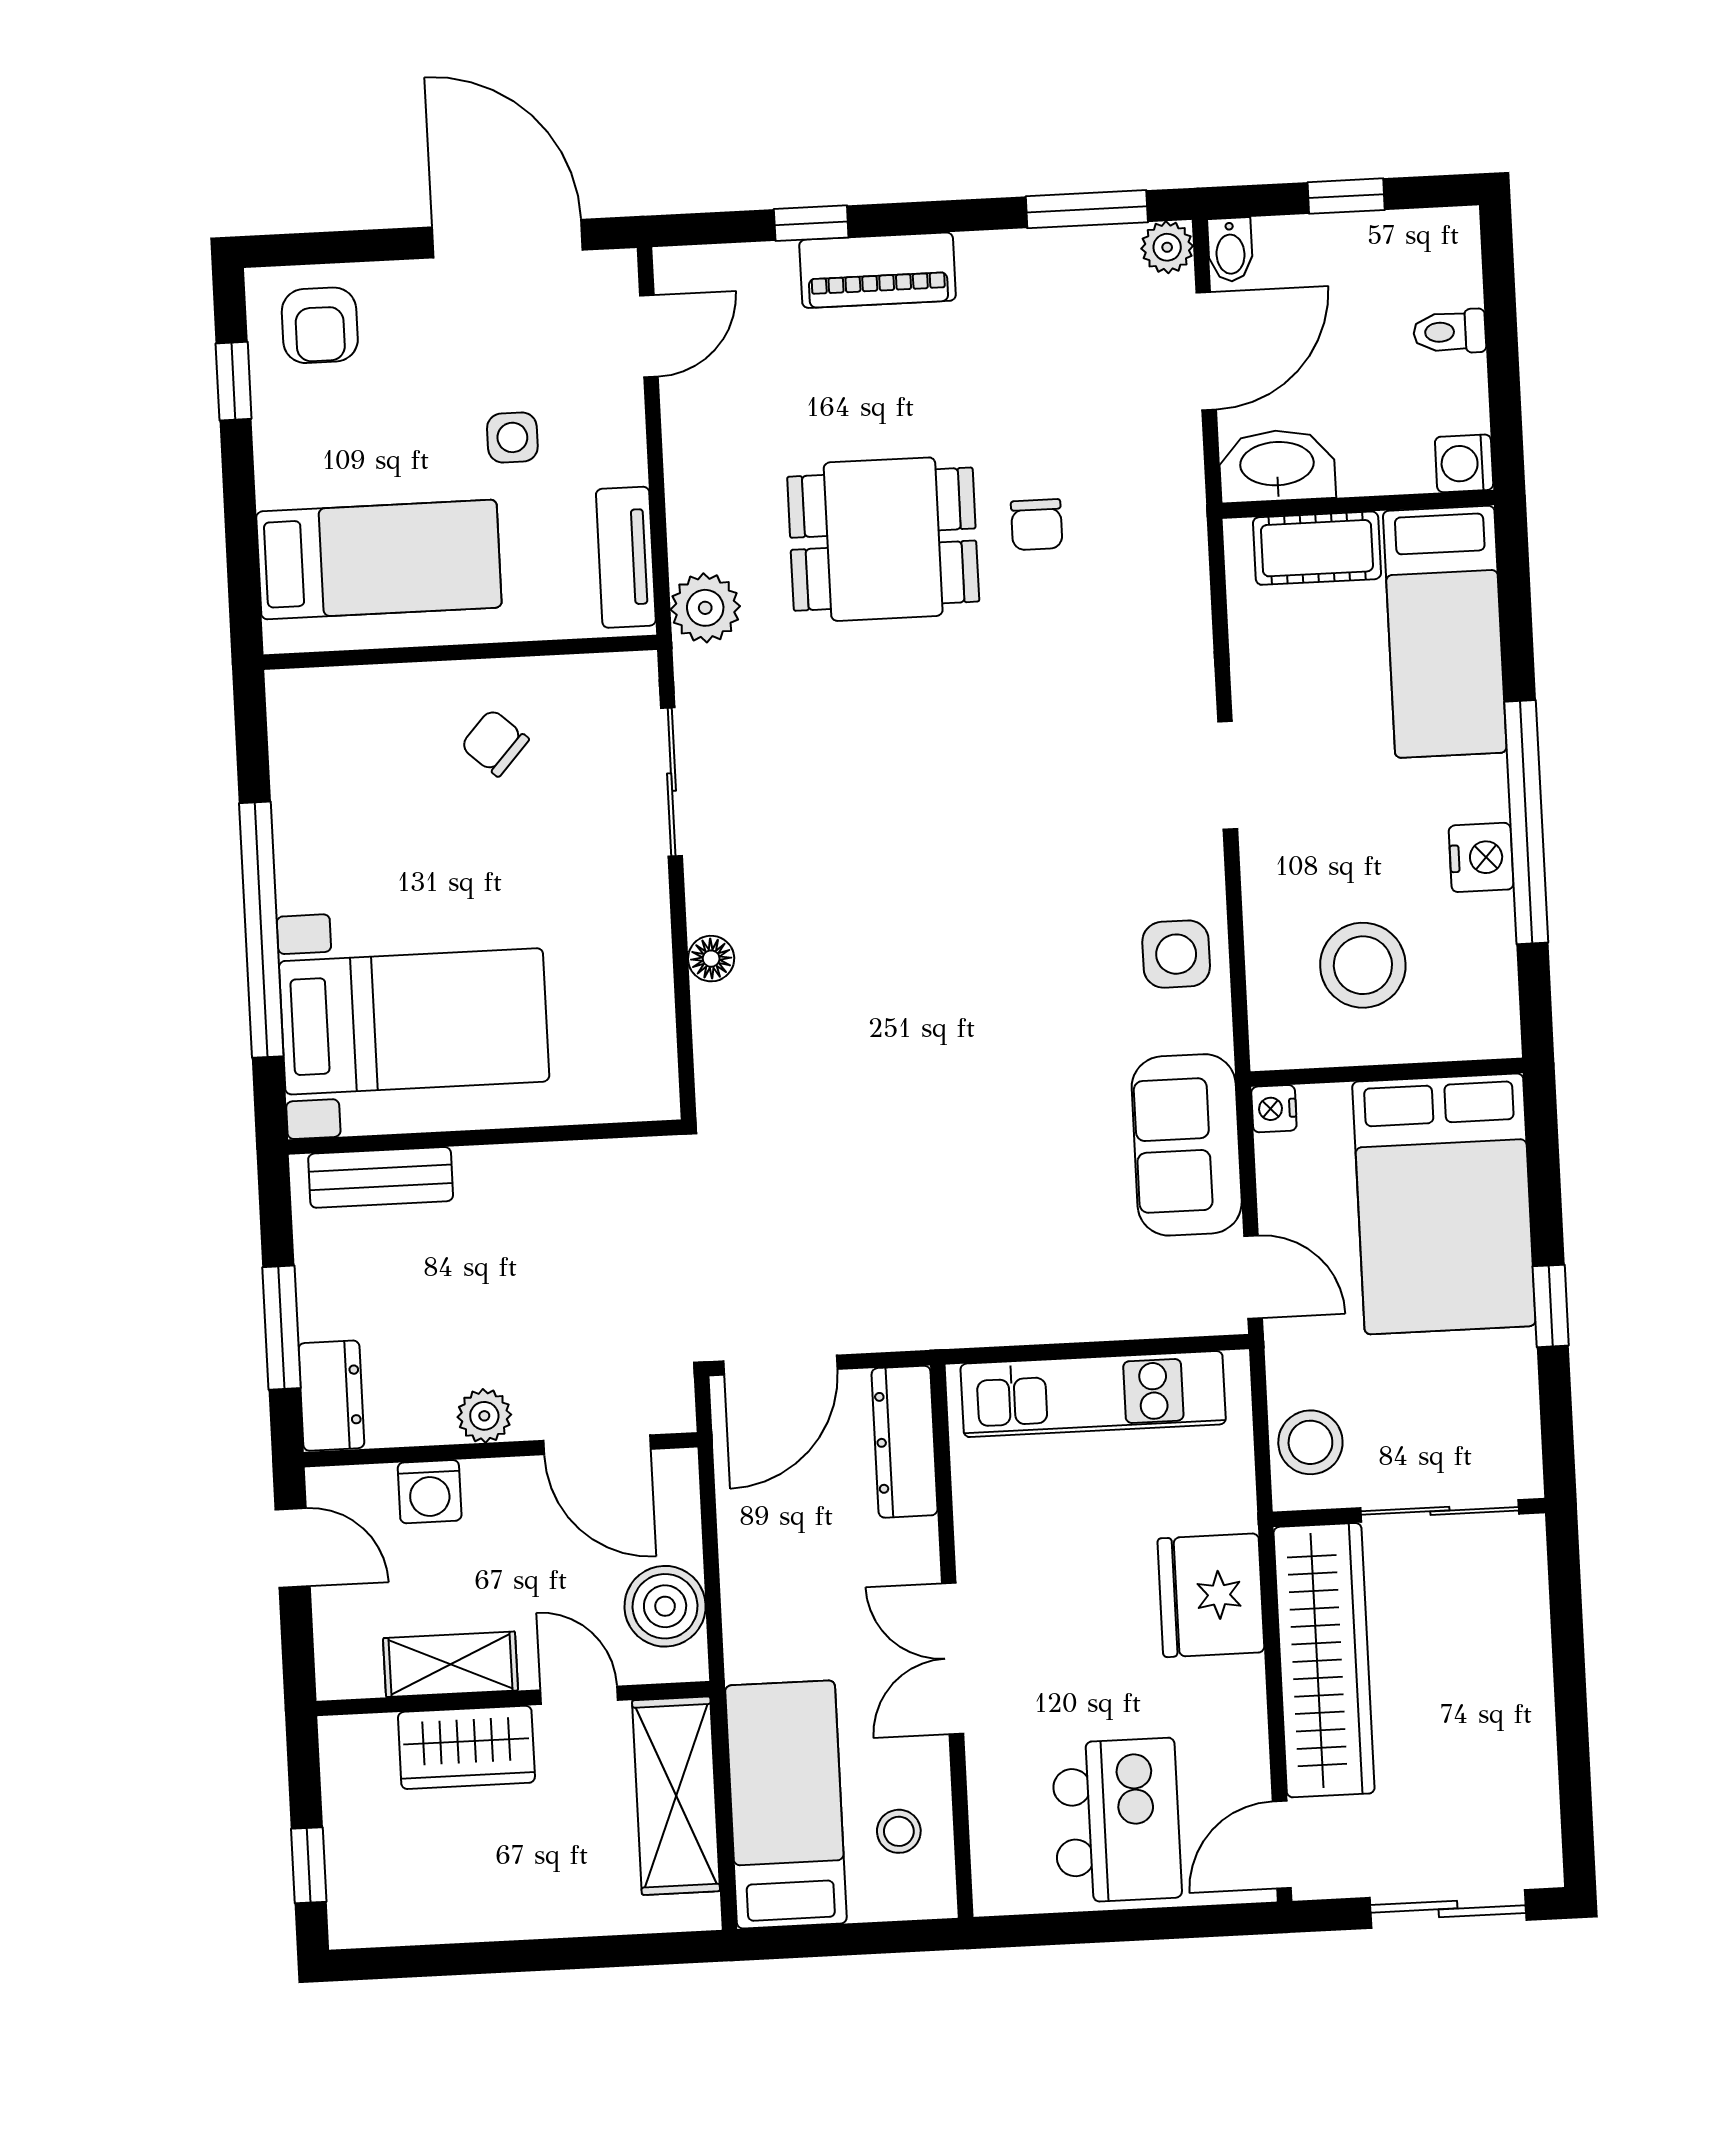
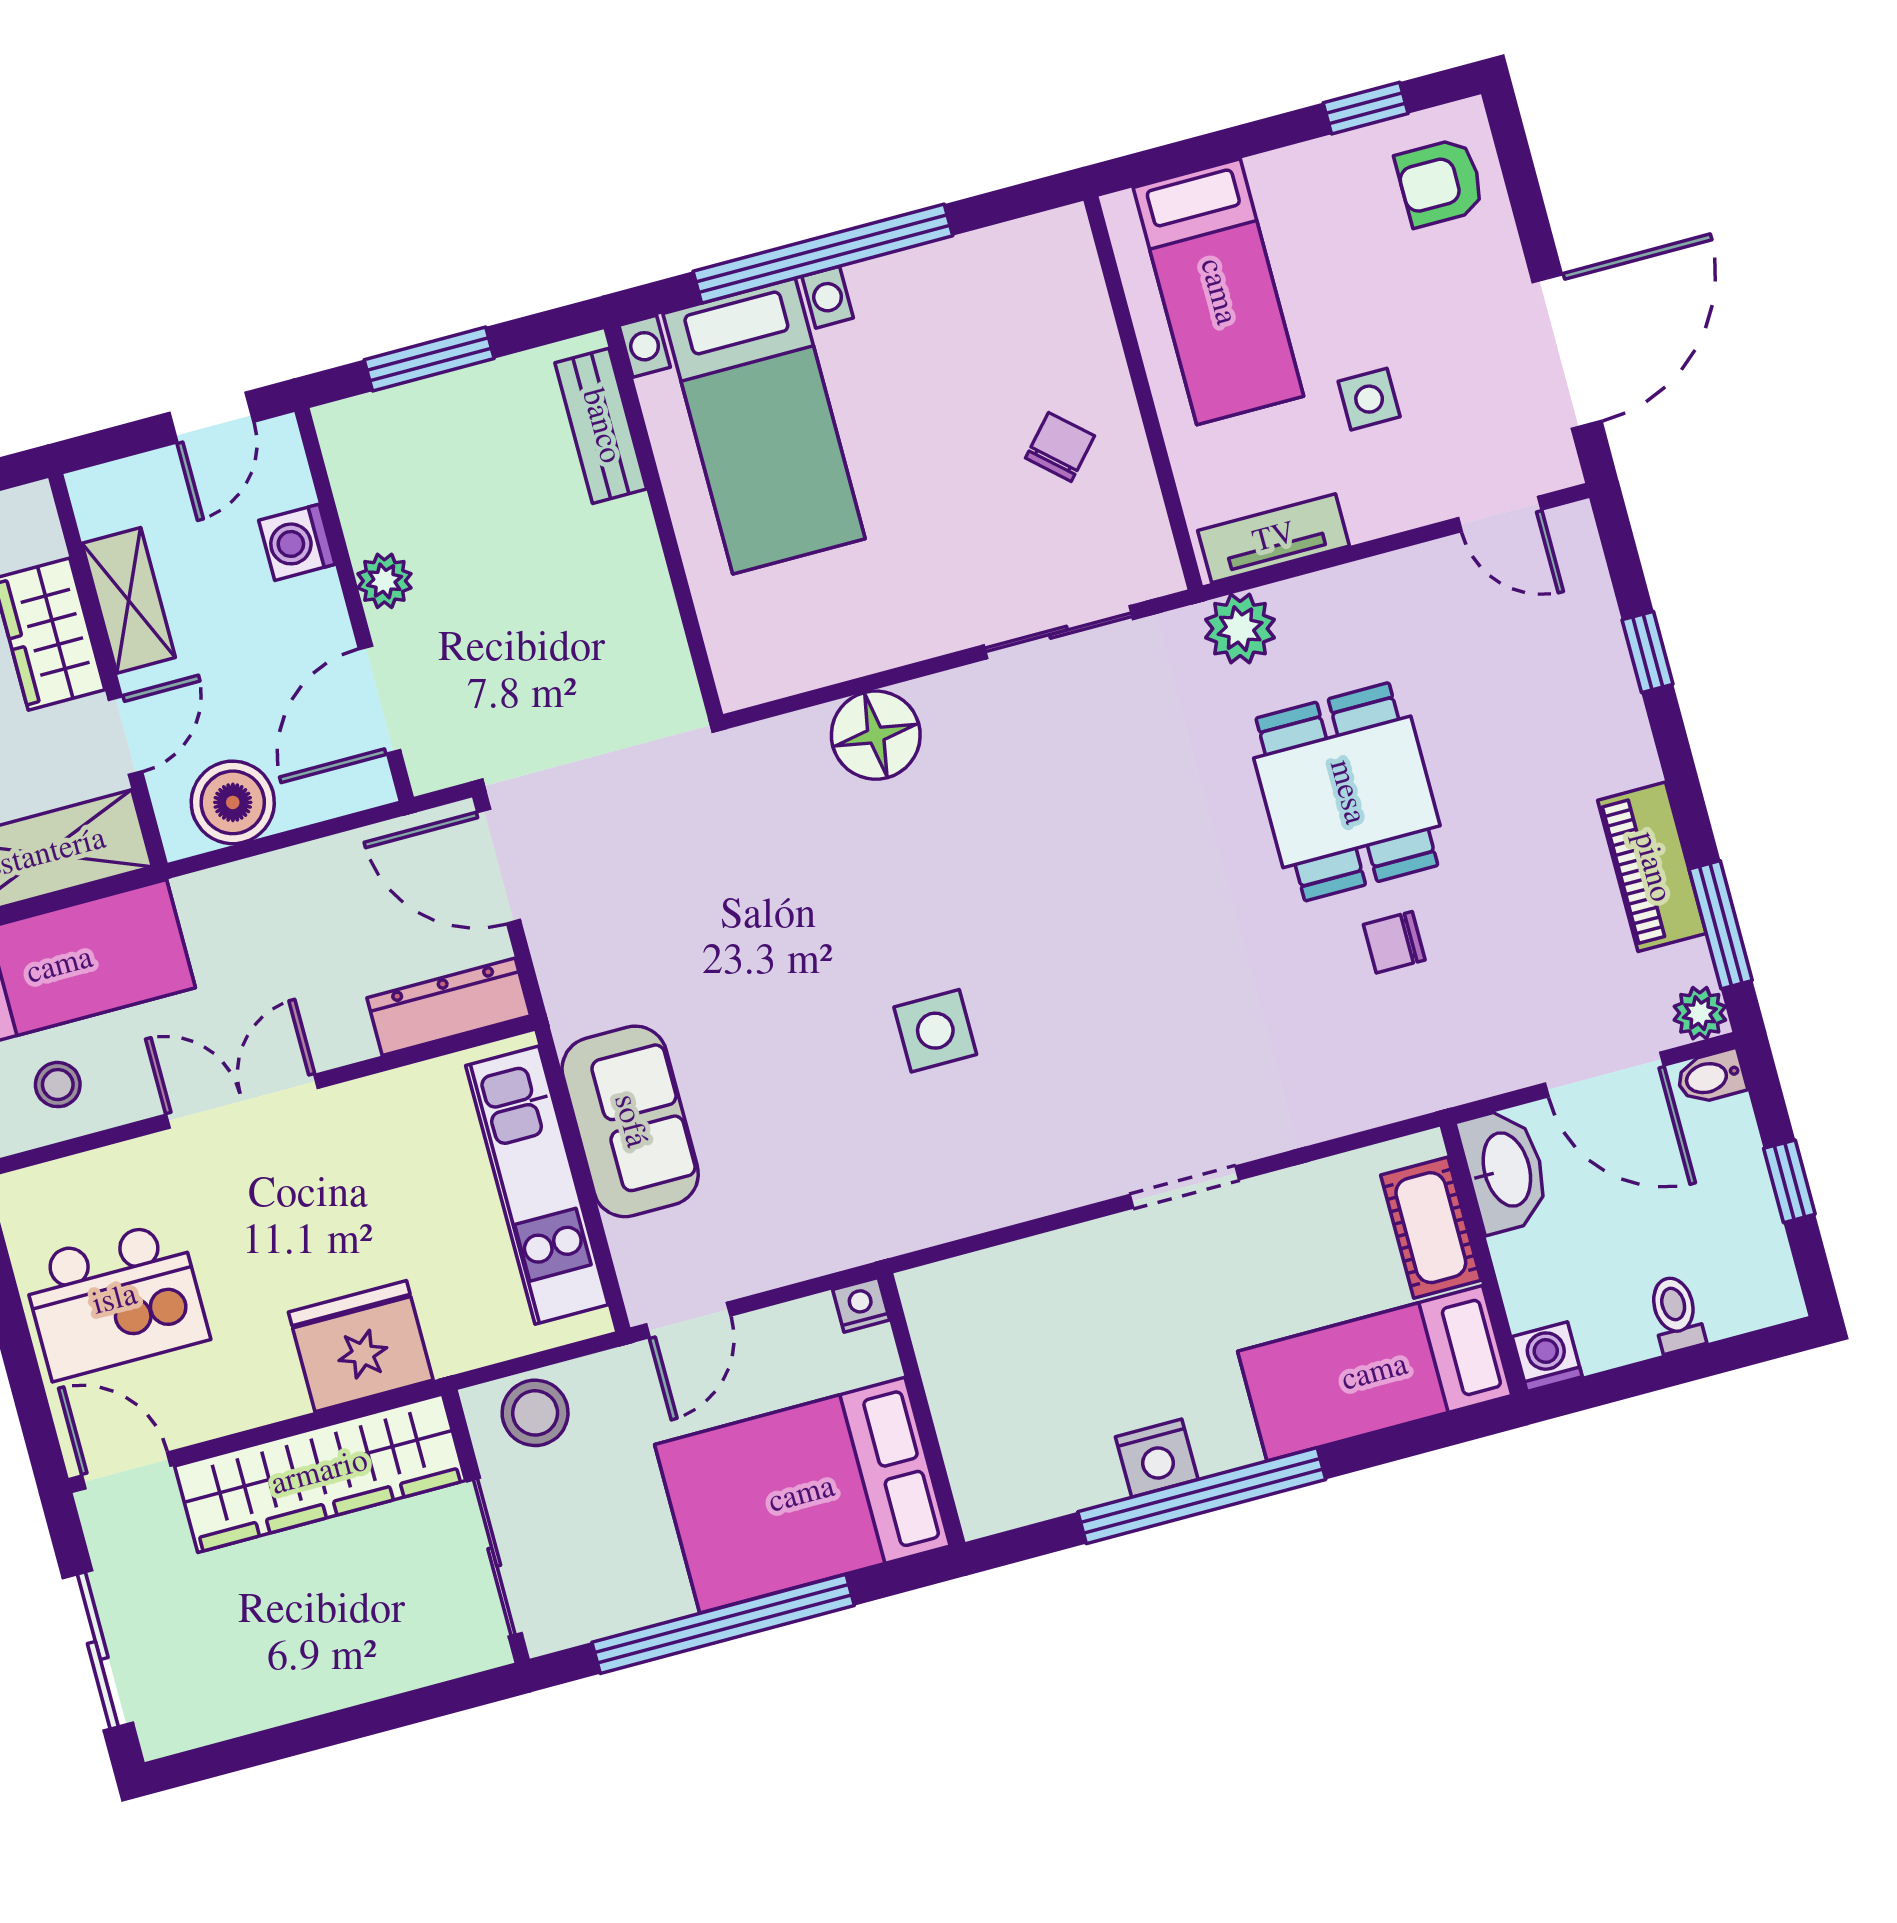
piano: (878, 270) -> (1652, 867), moved
side table: (1176, 954) -> (935, 1031), moved
floor lamp: (711, 959) -> (876, 735), width x1.89, depth x1.89
stool: (1363, 965) -> (1024, 1363), removed
sofa: (1187, 1145) -> (630, 1121), moved, turned 90
window: (1551, 1306) -> (723, 1624), width x3.17
dresser: (331, 1396) -> (372, 423), removed

